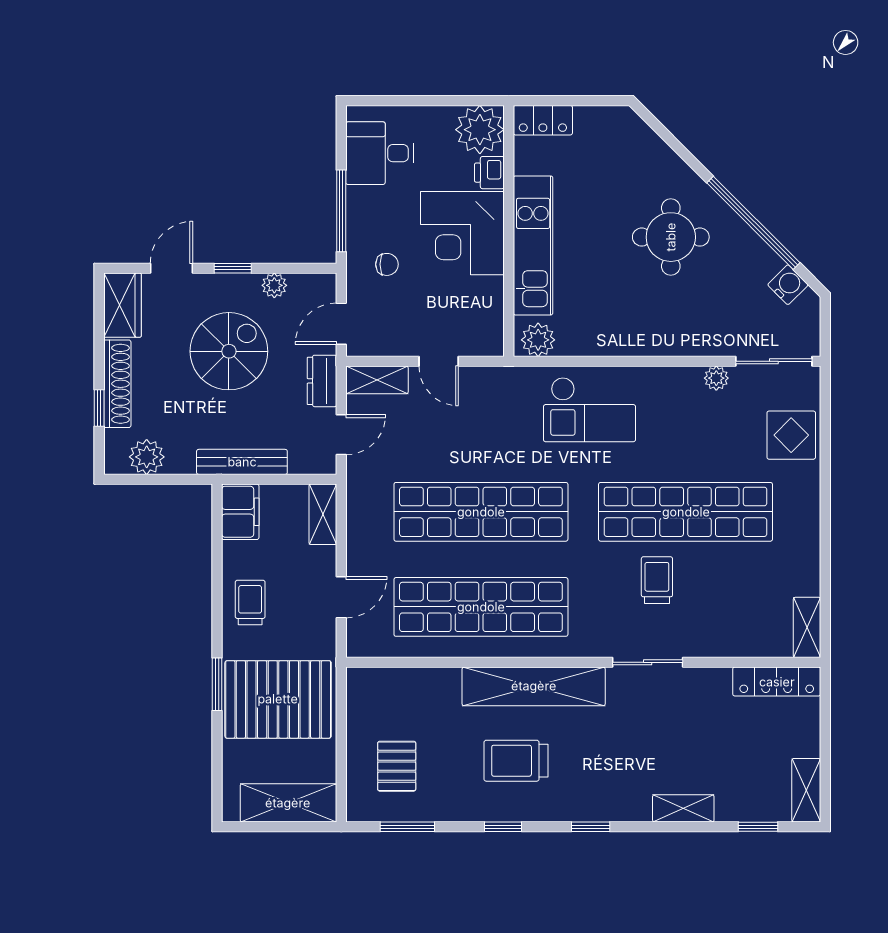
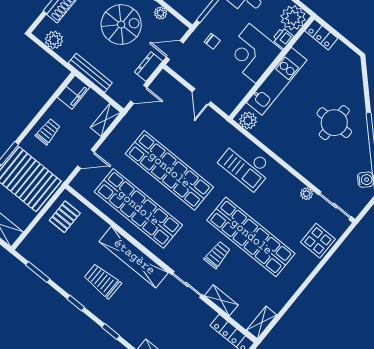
shelving: (377, 380) -> (221, 300), moved
pallet: (397, 766) -> (65, 217), moved

